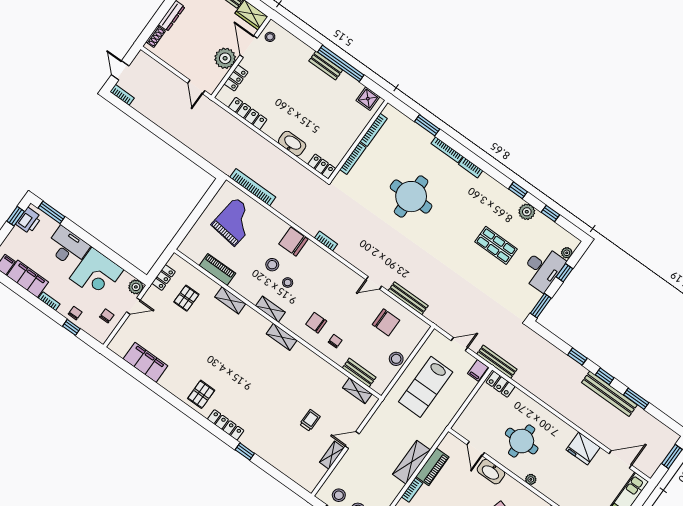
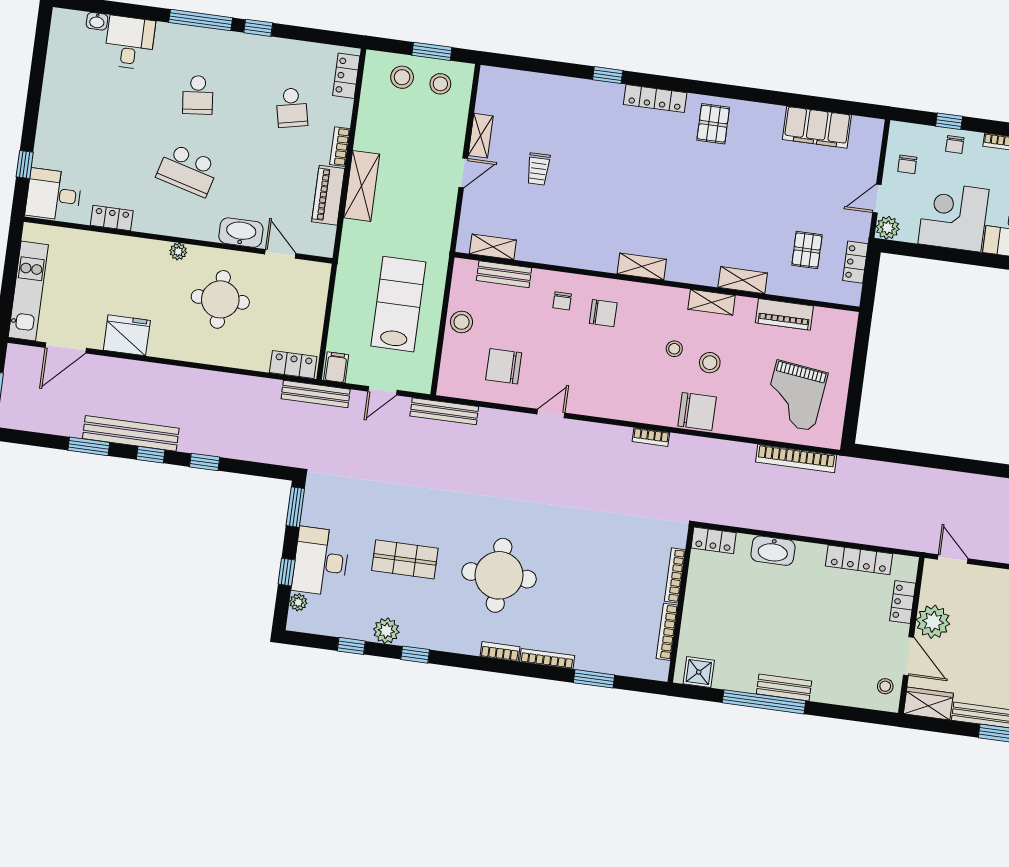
round table: (411, 197) -> (499, 575), moved
bench: (408, 298) -> (444, 411), moved
shelving: (270, 309) -> (712, 302), moved

